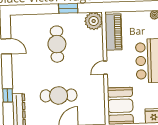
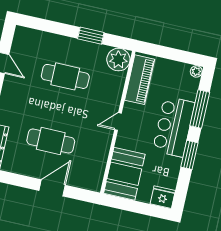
cafe table: (57, 44) -> (65, 76), turned 90

